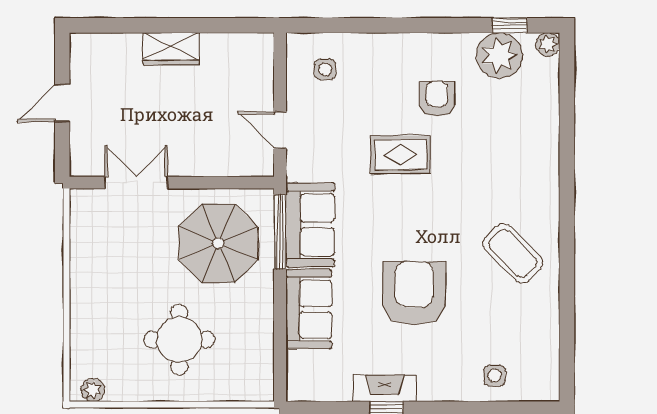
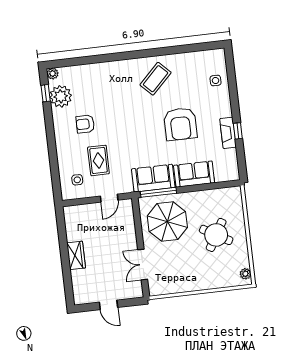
rug: (401, 155) -> (98, 160), moved
armchair: (414, 293) -> (180, 124), turned -90
round table: (179, 340) -> (216, 235), turned 30

